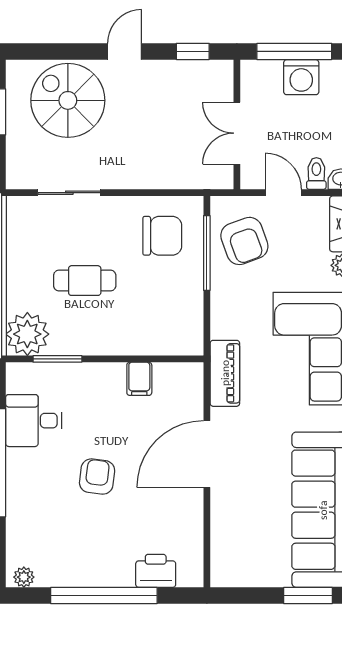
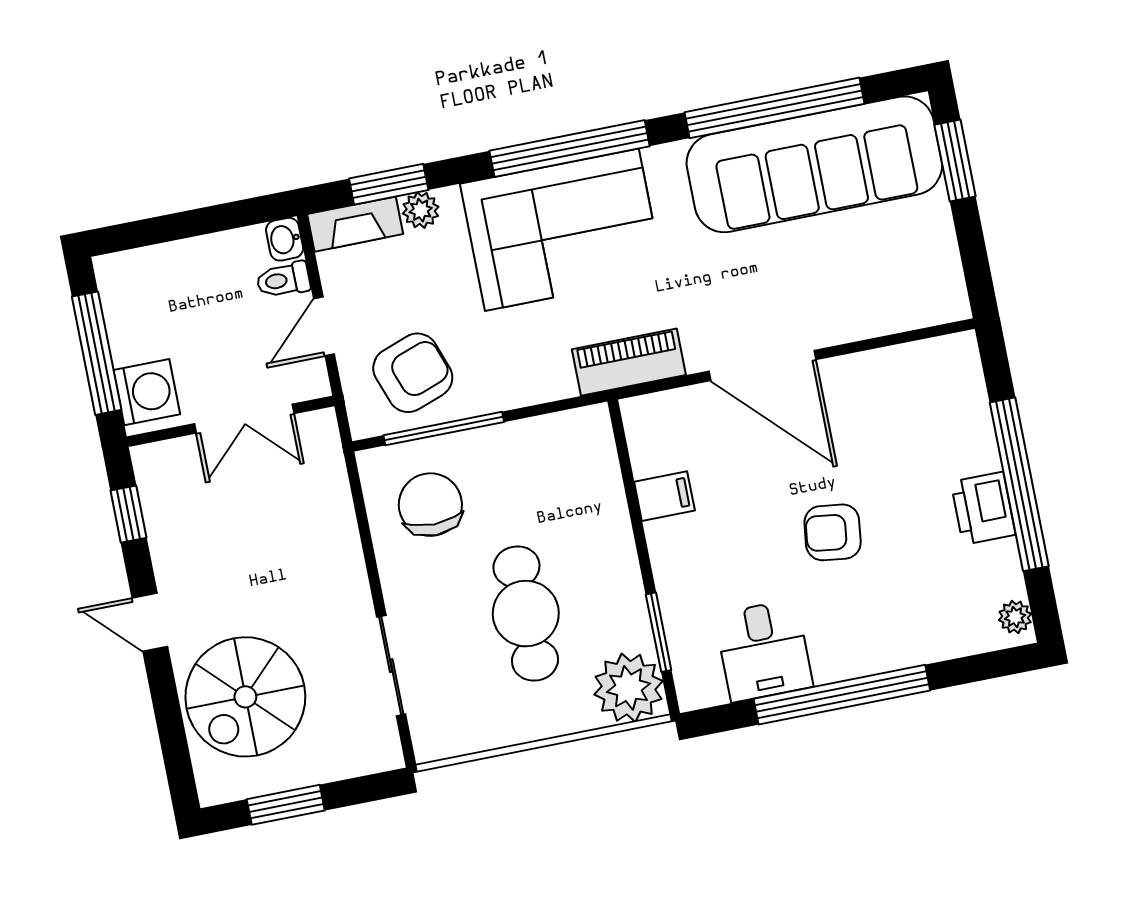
washing machine: (301, 77) -> (147, 392), moved
cafe table: (85, 281) -> (526, 614), width x1.37, depth x1.35
printer: (156, 571) -> (983, 508), moved

